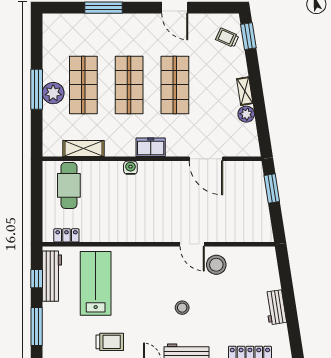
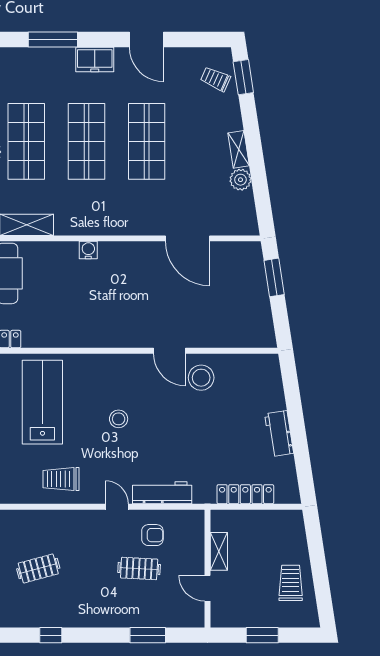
freezer: (151, 147) -> (95, 60), moved, turned 180
stool: (182, 308) -> (119, 419), moved
trolley: (110, 342) -> (61, 479), turned 180

